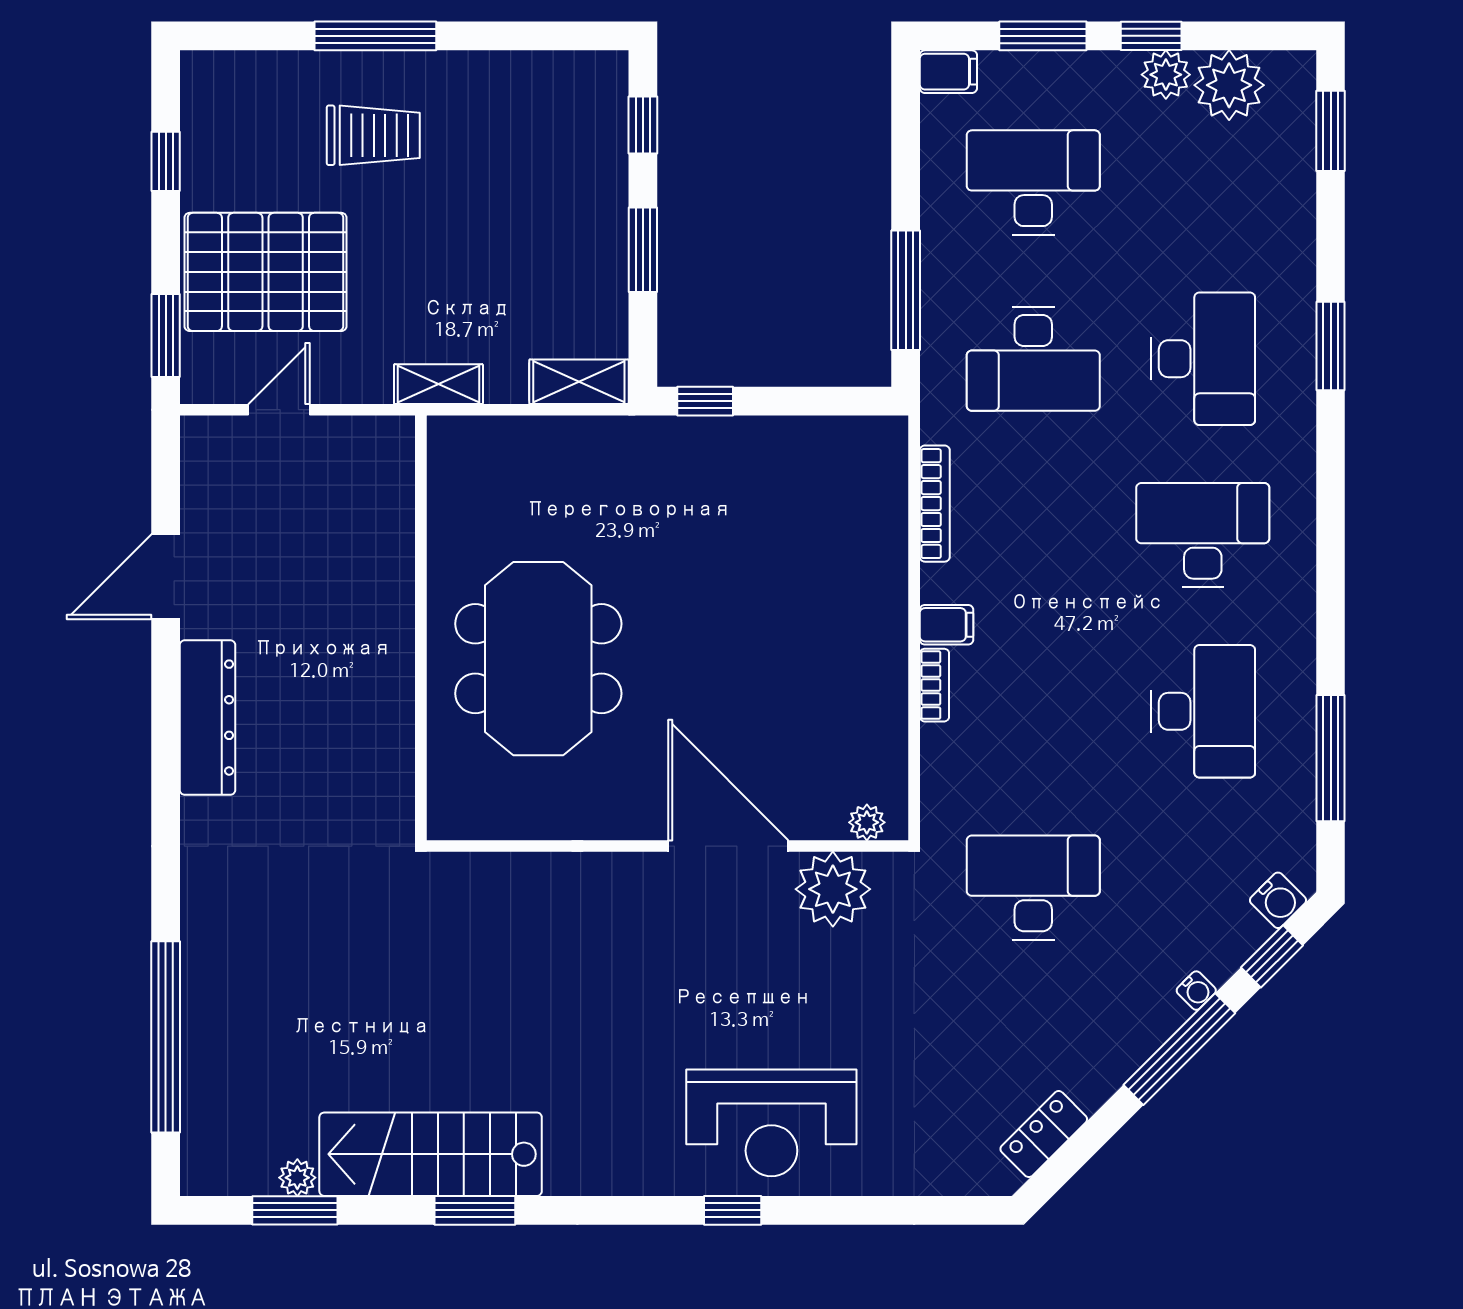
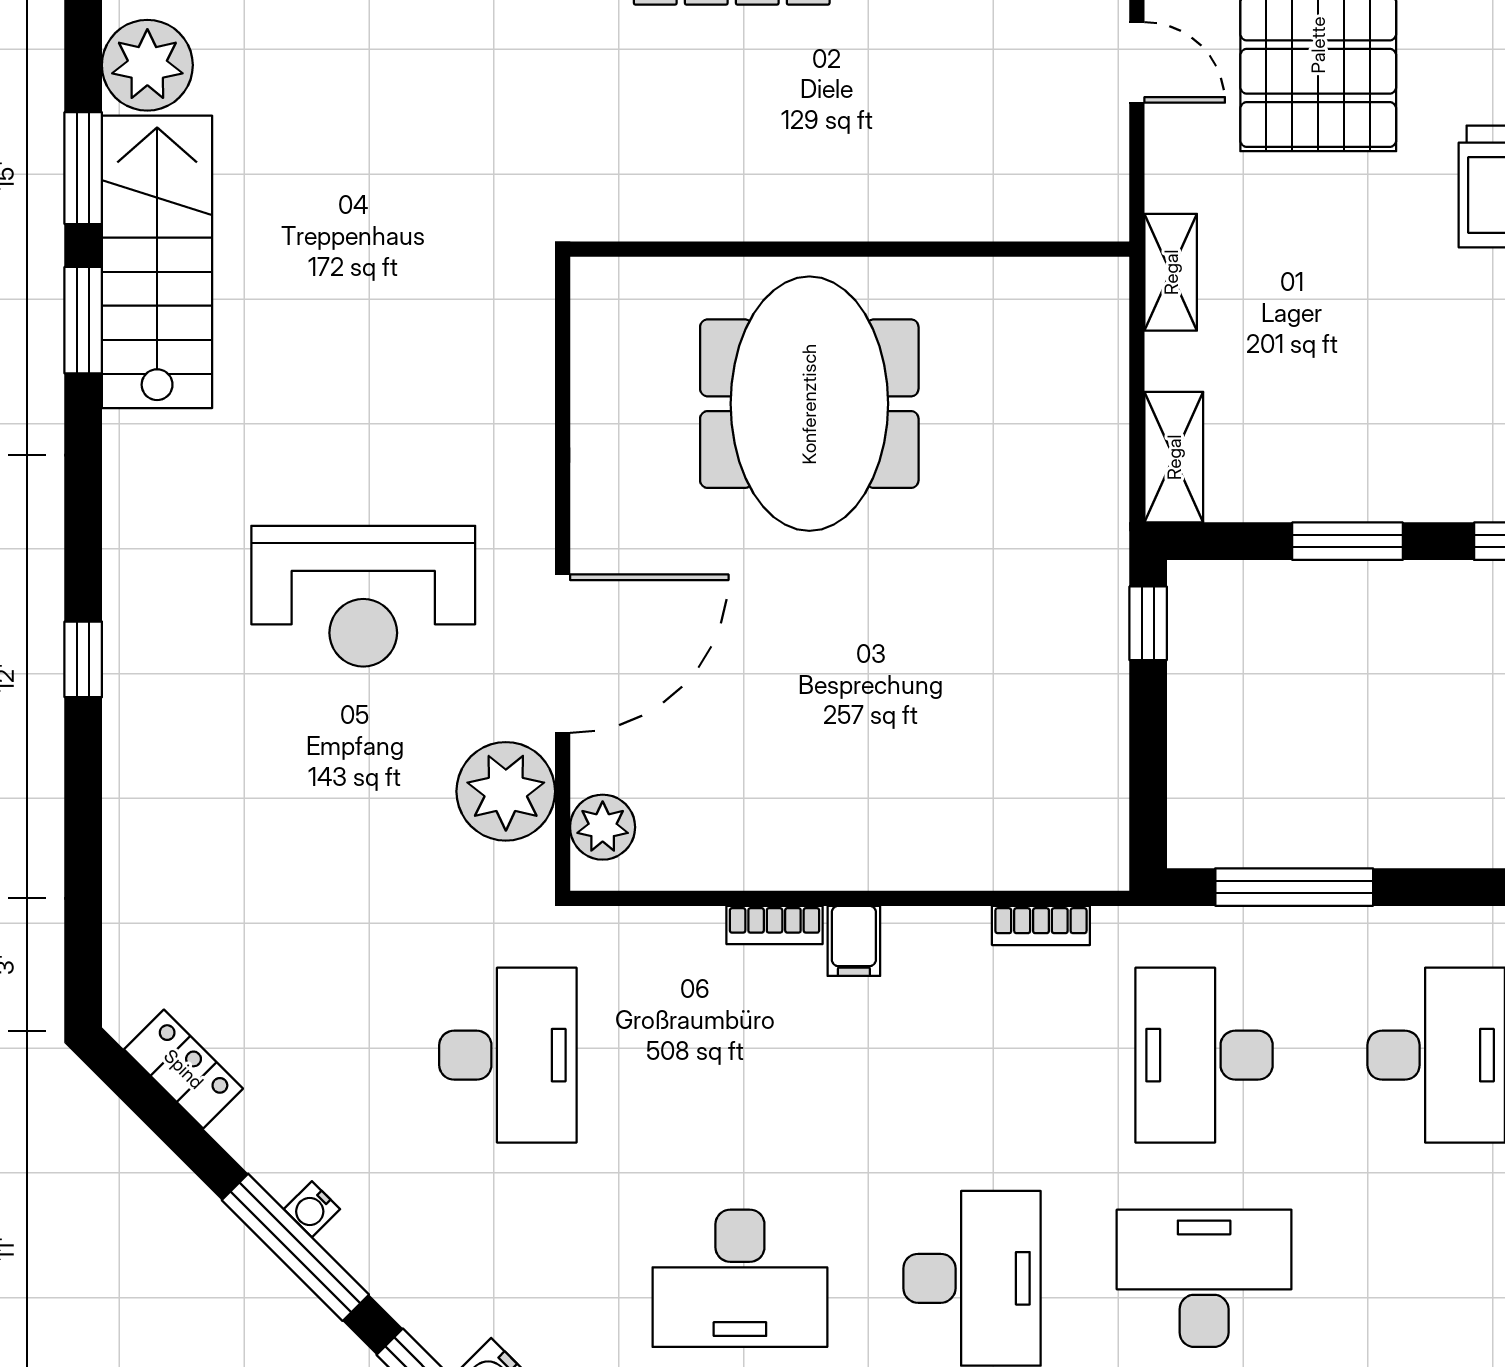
desk: (1203, 359) -> (1204, 1278), turned 180
bookcase: (935, 504) -> (1041, 925), width x0.64
meeting table: (538, 659) -> (809, 404), turned 90
plant: (867, 822) -> (603, 827), width x1.38, depth x1.38
water cooler: (1196, 991) -> (312, 1209), moved
reception desk: (771, 1123) -> (363, 596), moved, turned -90
plant: (297, 1178) -> (147, 65), width x1.88, depth x1.88
window: (295, 1210) -> (83, 168), moved

